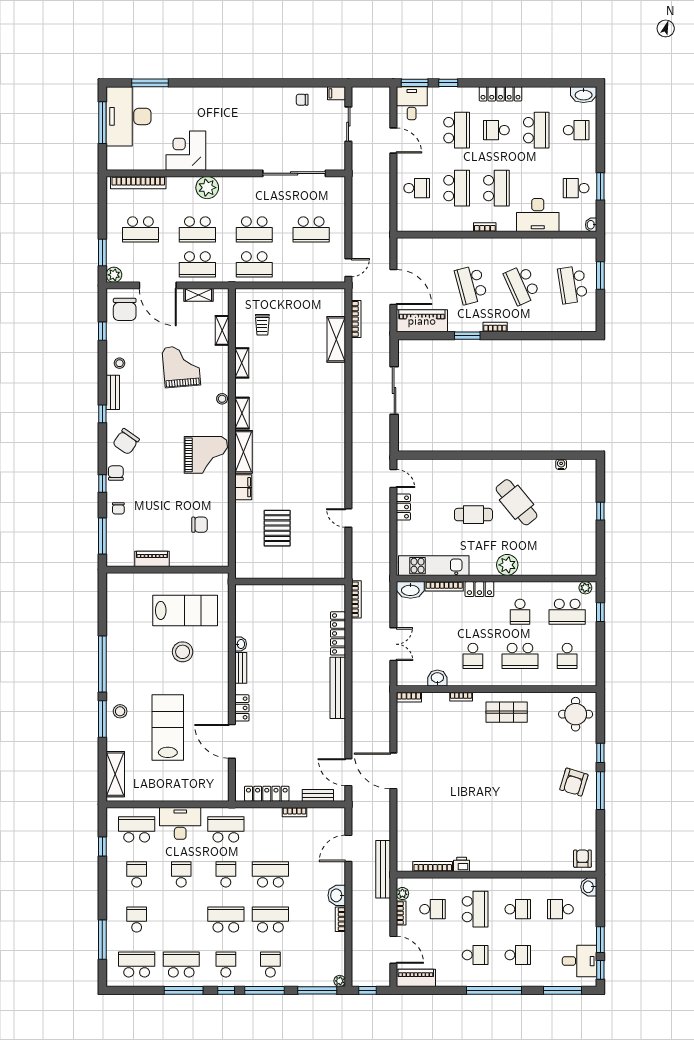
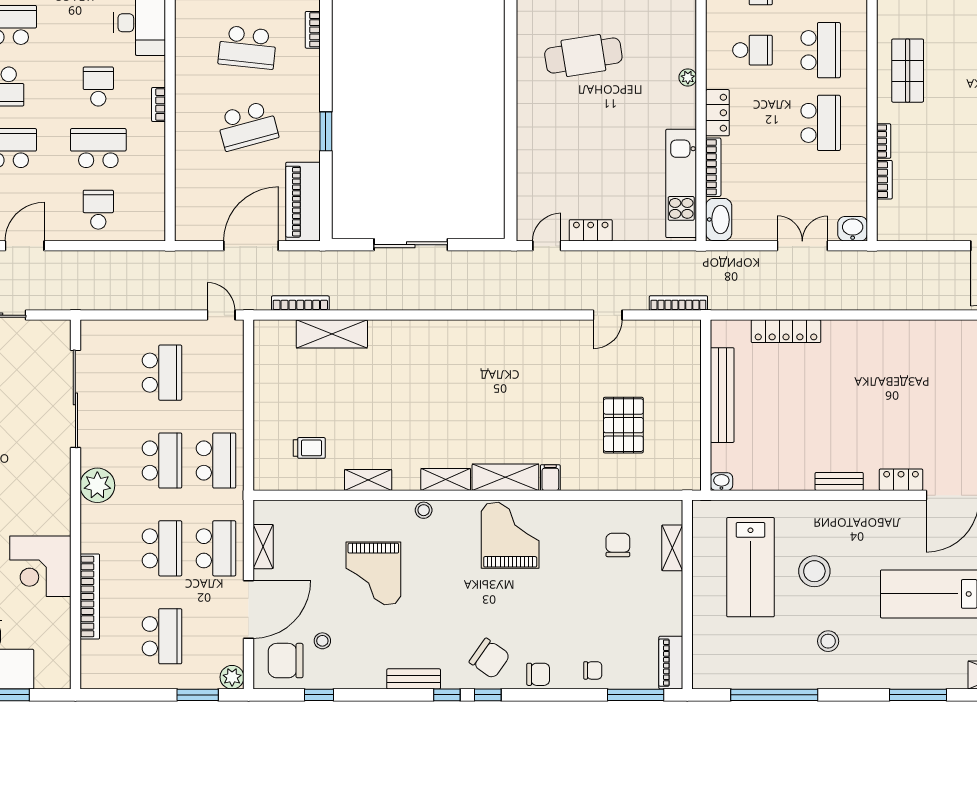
bookcase: (138, 183) -> (90, 596), moved
plant: (207, 188) -> (97, 485), moved
school desk: (496, 188) -> (98, 87), width x0.54
school desk: (522, 285) -> (247, 47), turned 30
chair: (125, 309) -> (286, 661), turned 180
bookcase: (495, 327) -> (313, 30), moved
shelving: (222, 330) -> (672, 548), moved, turned 90
stool: (120, 363) -> (322, 641), moved
grand piano: (181, 366) -> (373, 573), turned -85
chair: (116, 473) -> (538, 674), turned 180
window: (102, 483) -> (488, 695), moved
filing cabinet: (243, 487) -> (550, 478), width x0.50
cafe table: (516, 502) -> (583, 56), turned 30
cafe table: (473, 515) -> (602, 122), removed
pallet: (277, 528) -> (623, 425), turned 90
piano: (152, 559) -> (671, 663), moved
plant: (507, 565) -> (688, 78), width x0.53, depth x0.53
bookcase: (356, 599) -> (678, 303), moved
lab bench: (185, 610) -> (750, 567), turned 180
washbasin: (241, 644) -> (721, 482), moved
school desk: (473, 656) -> (821, 123), width x1.85
window: (102, 664) -> (774, 695), moved
washbasin: (437, 678) -> (853, 229), moved, turned 90
bench: (338, 688) -> (722, 395), moved, turned 90
bookcase: (409, 697) -> (884, 180), moved
stool: (120, 711) -> (828, 641), moved

